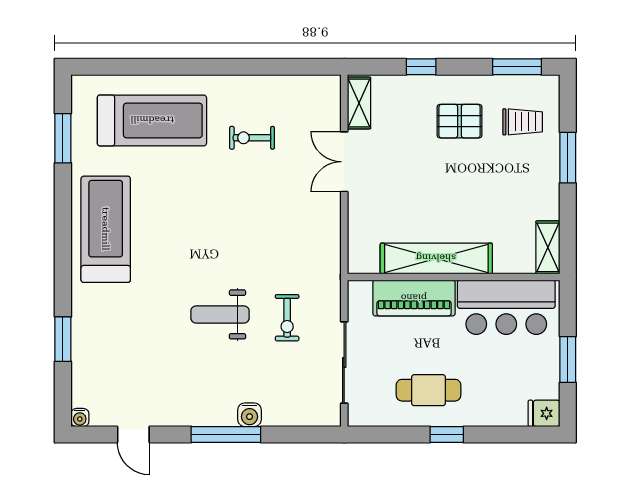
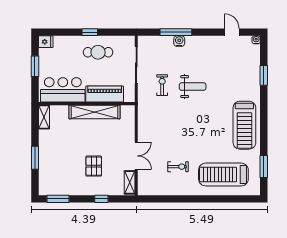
pallet: (460, 121) -> (94, 166), moved, turned 90
trolley: (523, 122) -> (55, 174), removed
window: (226, 434) -> (176, 32), moved

